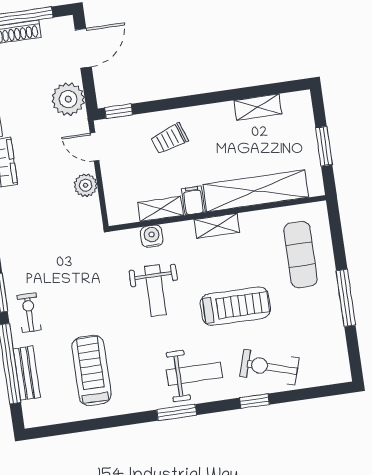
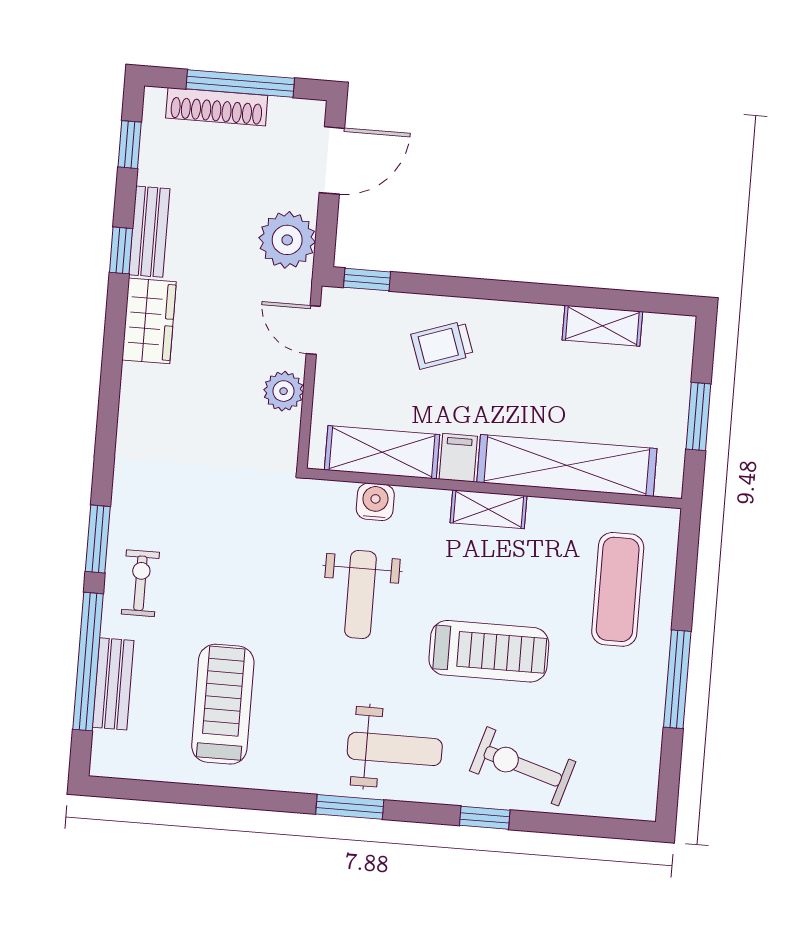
shelving: (160, 209) -> (382, 452), width x1.50, depth x1.33

